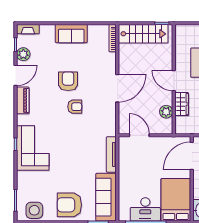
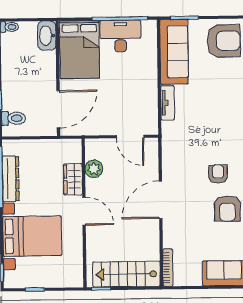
armchair: (75, 107) -> (218, 174), turned 90
tv unit: (111, 154) -> (167, 103), width x0.71

